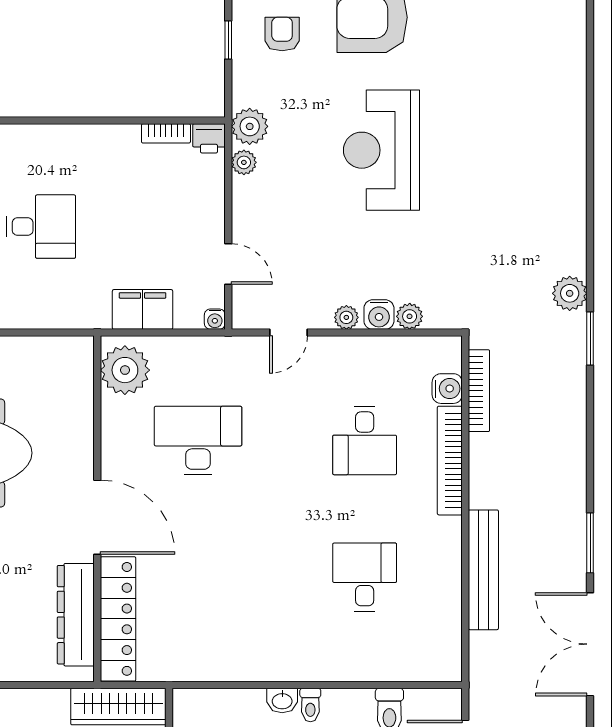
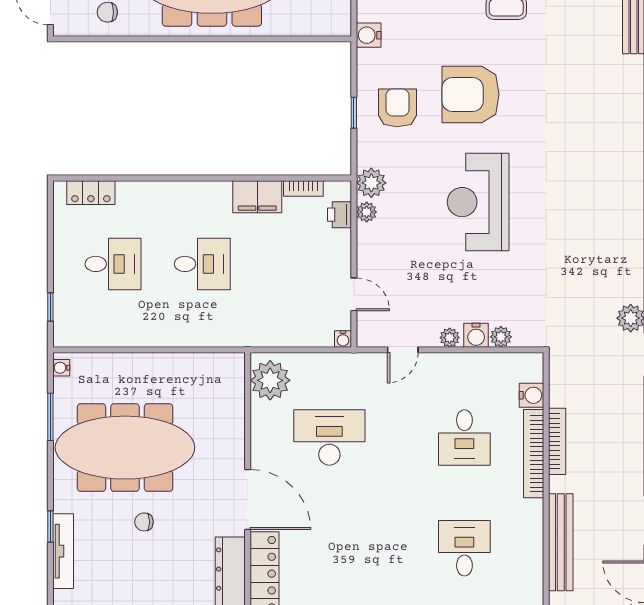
armchair: (282, 34) -> (397, 108), width x1.38, depth x1.38
printer: (209, 138) -> (339, 215), moved, turned 90
filing cabinet: (143, 309) -> (257, 197), moved, turned 180
bookcase: (479, 391) -> (557, 441), moved

